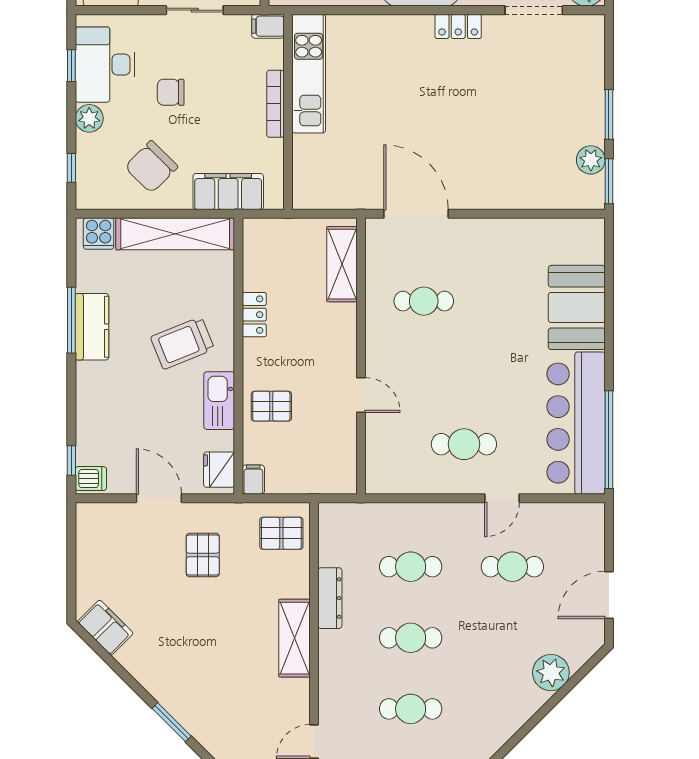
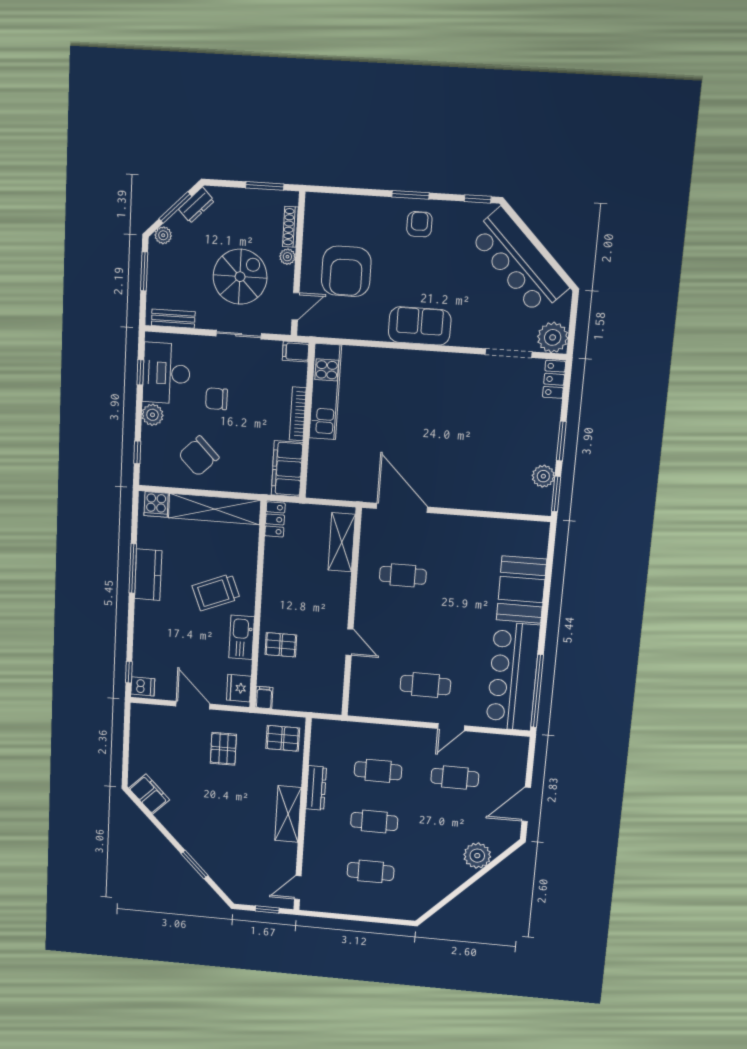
locker: (458, 26) -> (554, 379), moved, turned 90
filing cabinet: (228, 192) -> (287, 469), moved, turned -90
locker: (254, 315) -> (275, 519), moved

